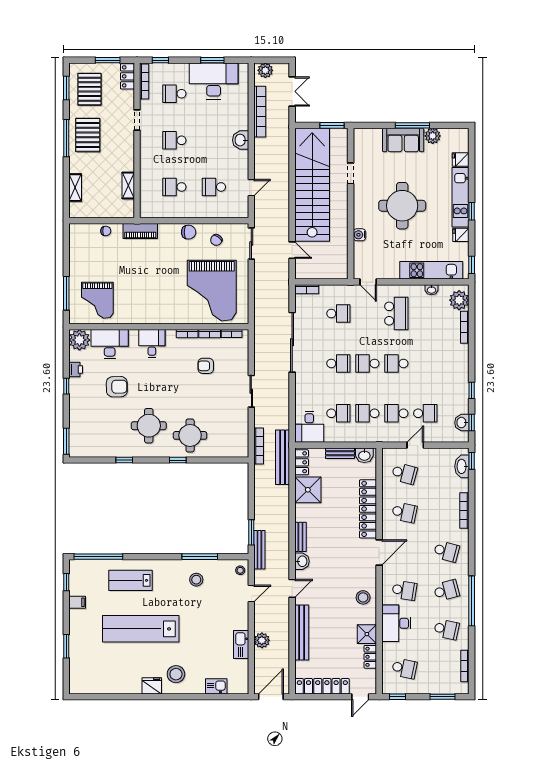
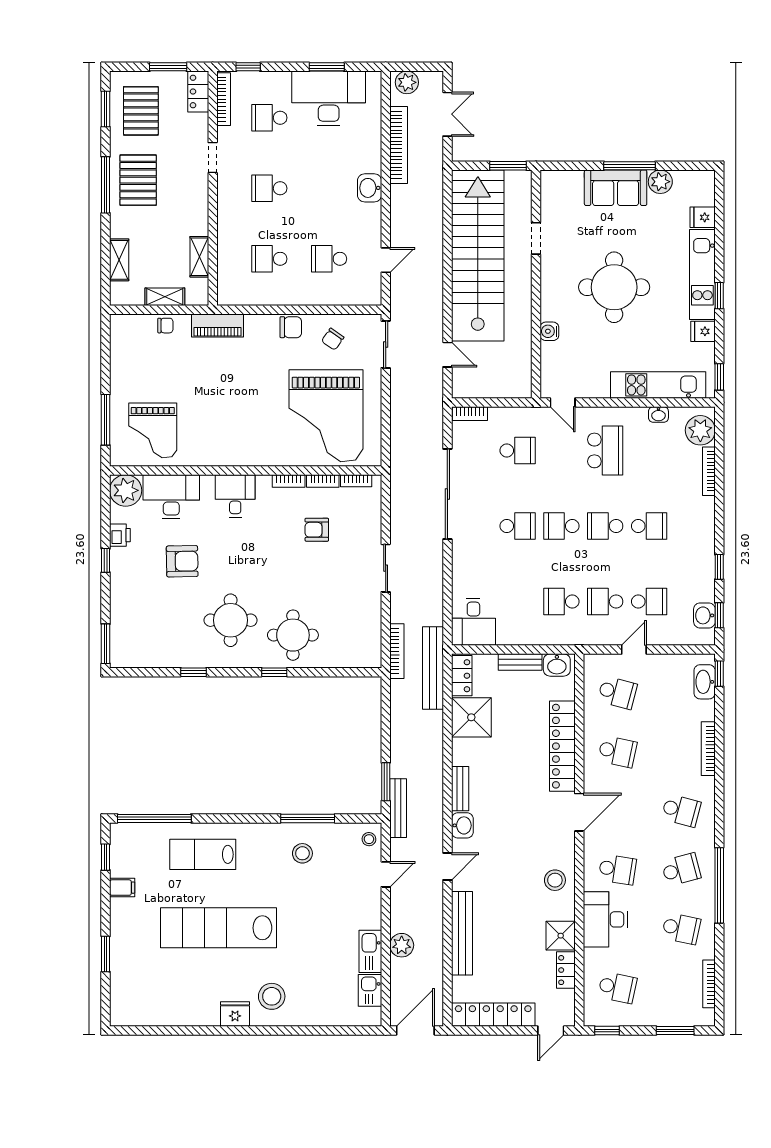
shelving: (105, 212) -> (165, 297), added
school desk: (338, 413) -> (649, 526), moved
kitchen sink: (216, 686) -> (370, 990), moved, turned -90

